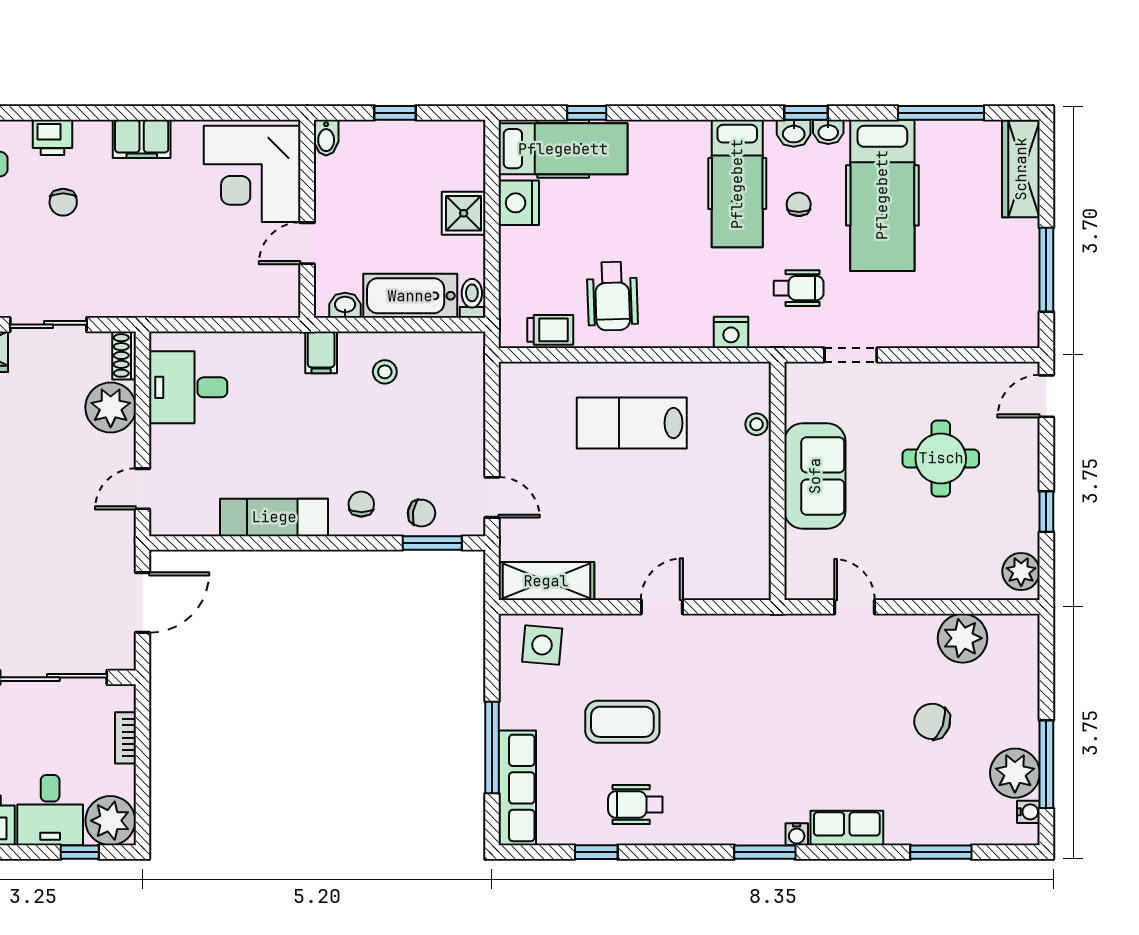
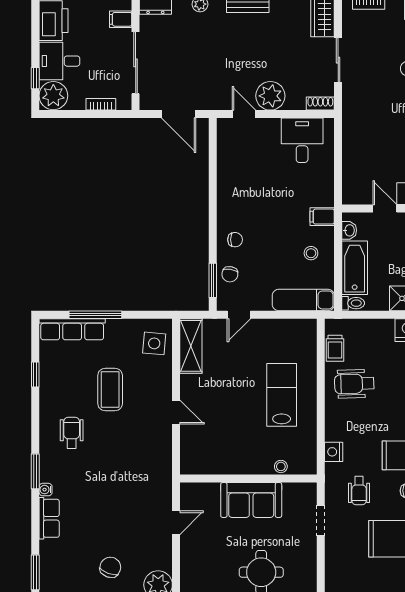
plant: (111, 407) -> (270, 96), moved
exam couch: (274, 517) -> (303, 300), moved, turned -90
wheelchair: (635, 804) -> (72, 433), moved

